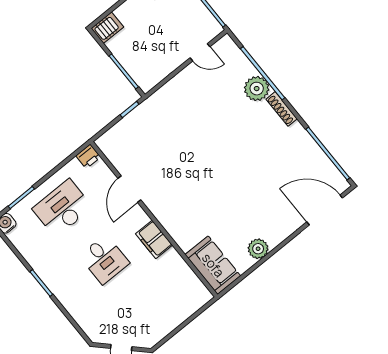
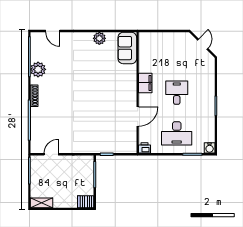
door: (200, 52) -> (51, 154), hinge flipped
plant: (257, 89) -> (38, 69), moved
door: (325, 210) -> (53, 31), width x0.53

